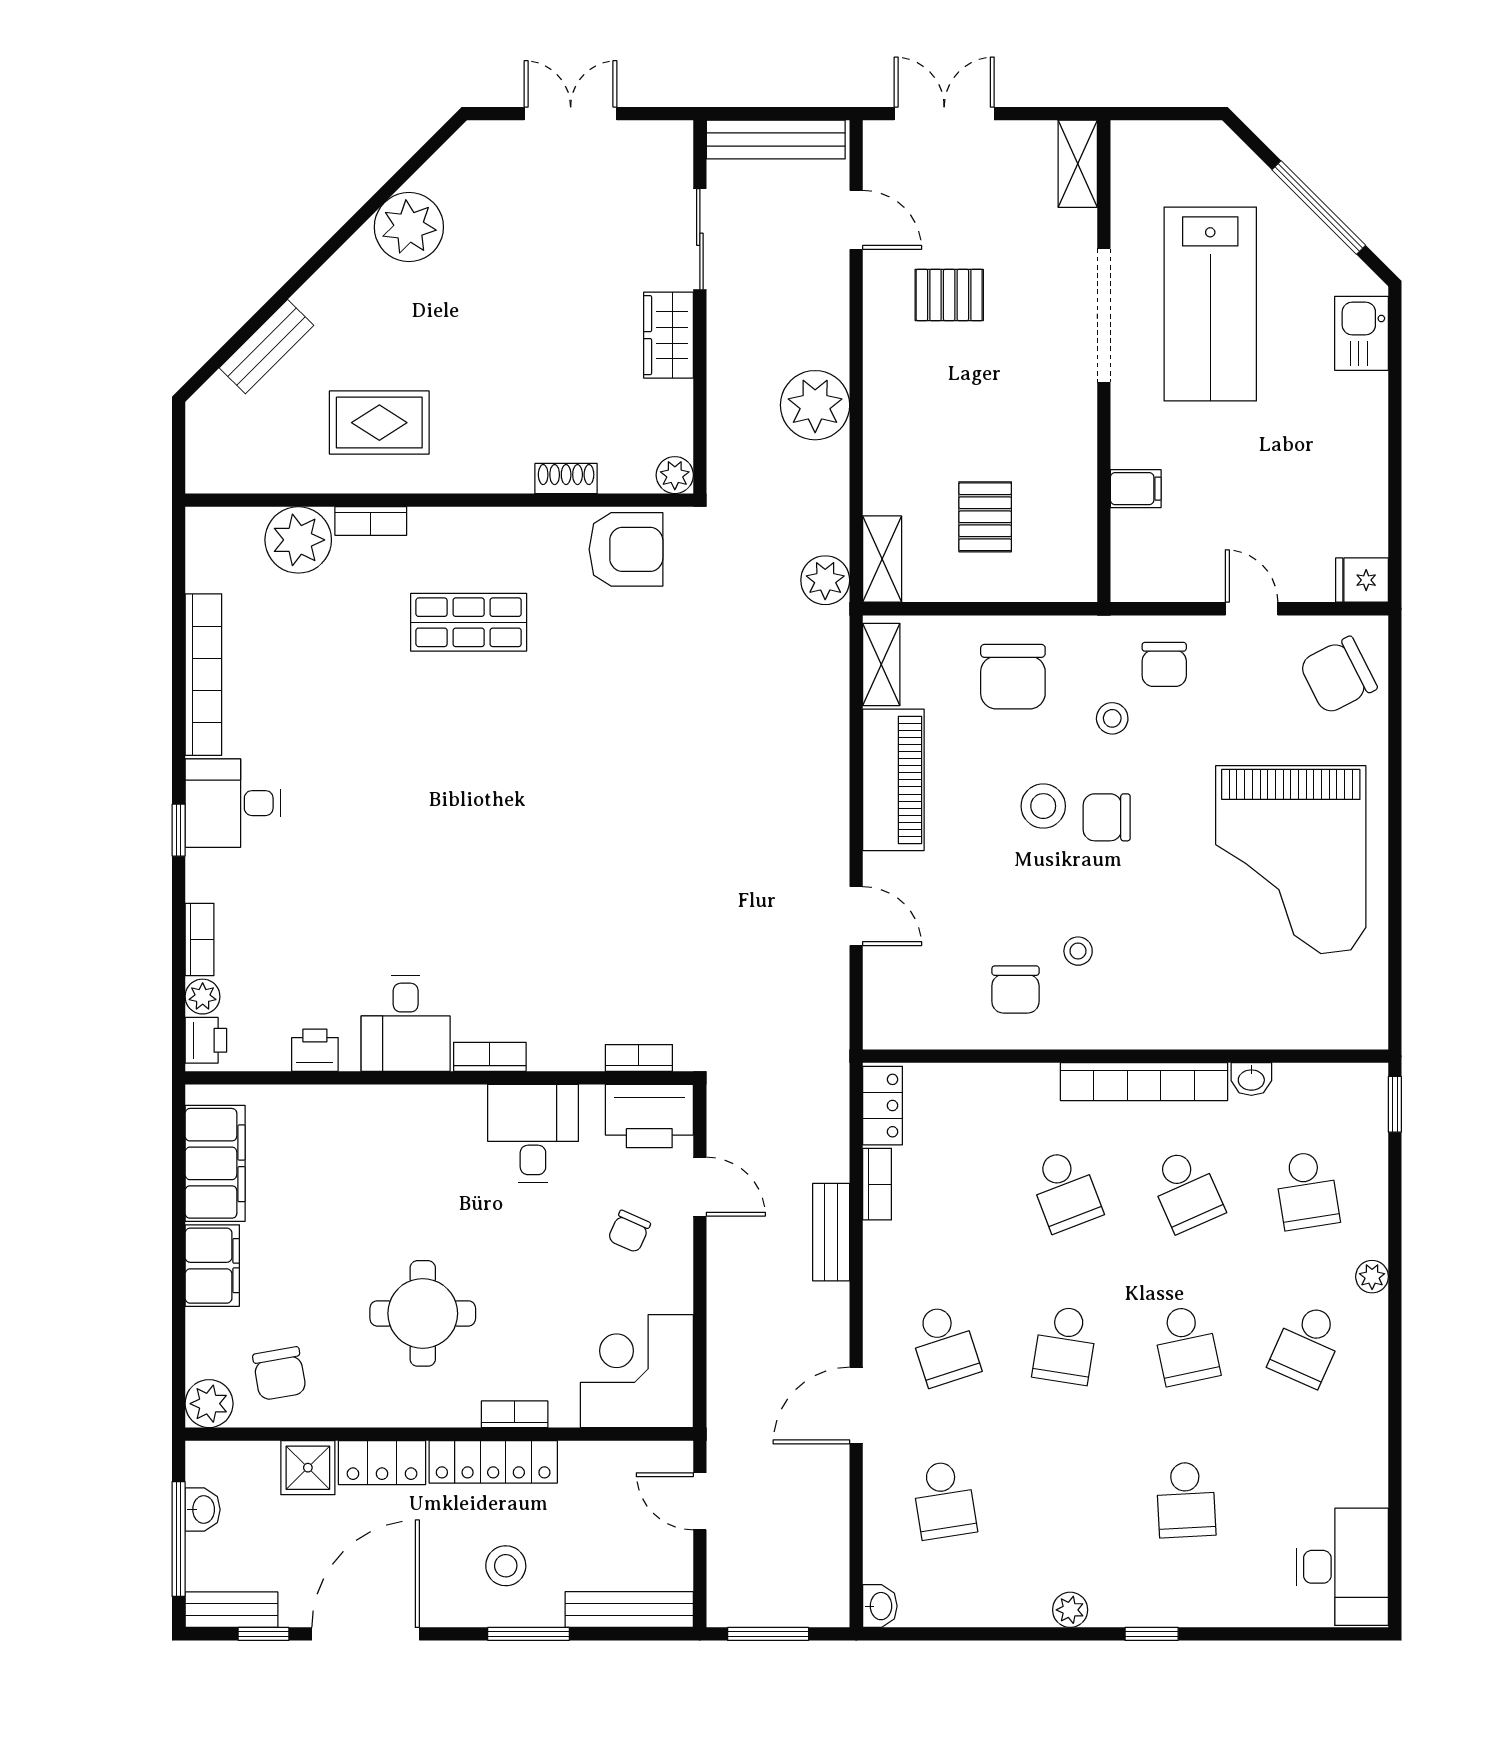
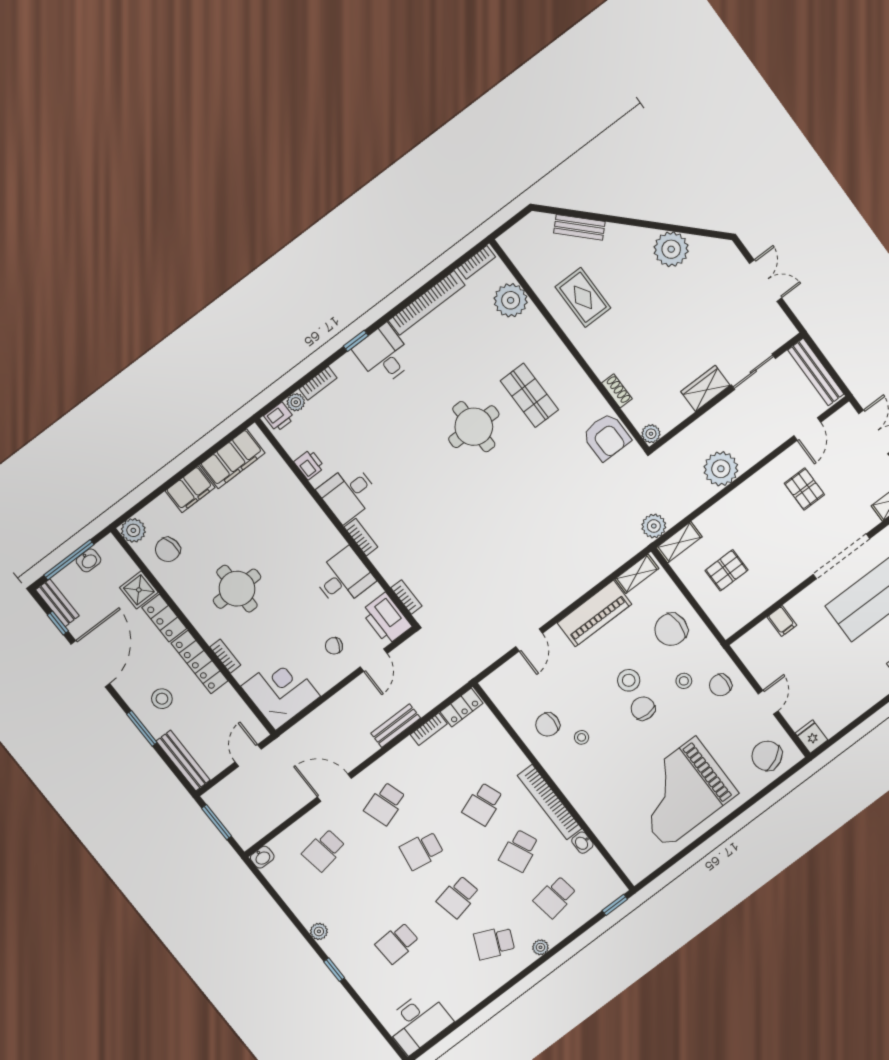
bookcase: (371, 521) -> (476, 262), moved, turned -90
round table: (451, 747) -> (474, 427), added
door: (366, 1634) -> (90, 664), hinge flipped

